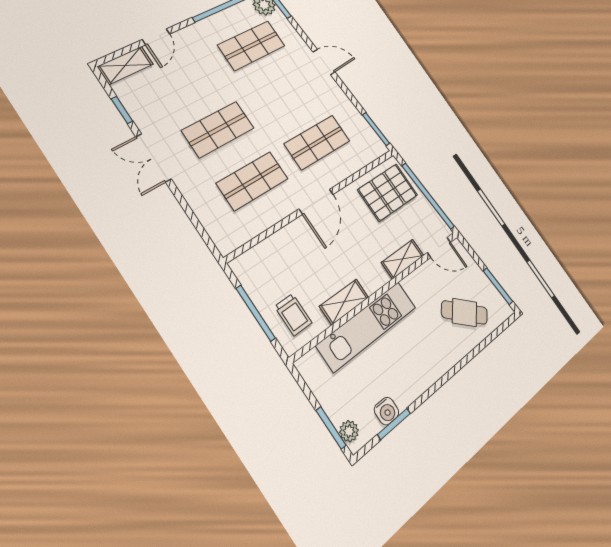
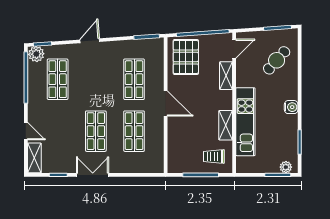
double door: (153, 158) -> (93, 175), swing flipped
trolley: (293, 315) -> (214, 156), turned 180
water cooler: (387, 411) -> (291, 107), moved

